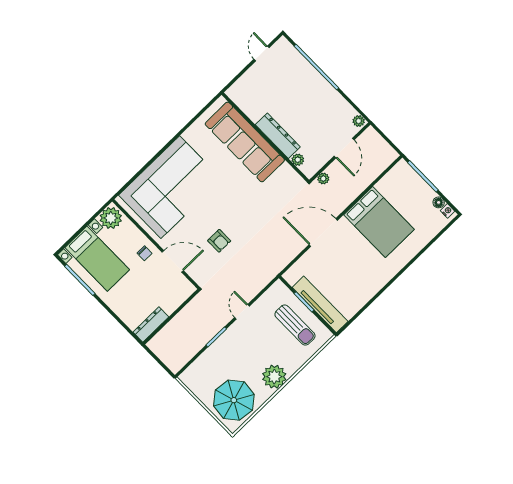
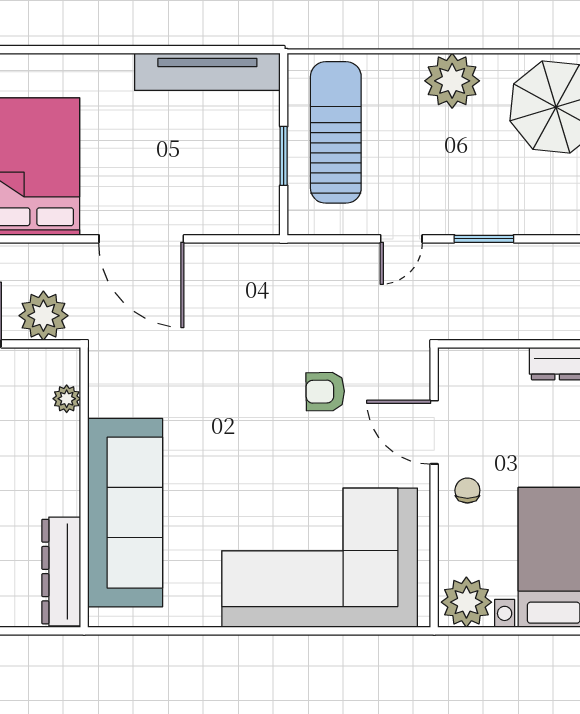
dresser: (278, 136) -> (61, 572), moved
plant: (323, 179) -> (43, 316), width x1.87, depth x1.87
armchair: (219, 241) -> (325, 392), turned -91
tv unit: (320, 304) -> (207, 72), moved, turned -90
sun lounger: (295, 325) -> (336, 132), width x1.36, depth x1.34

